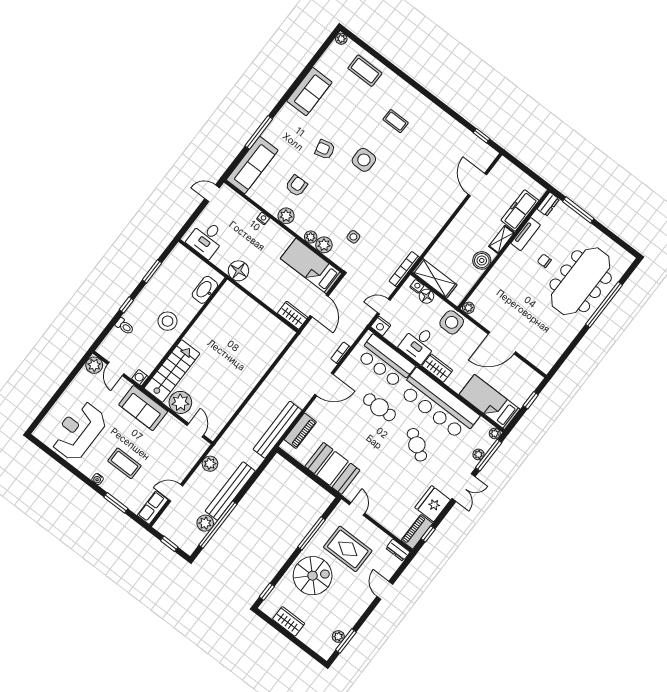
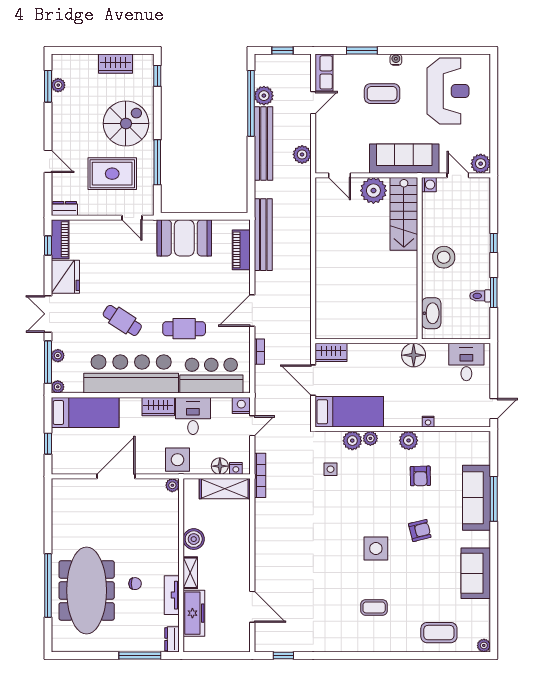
sofa: (252, 165) -> (477, 498), moved
toilet: (125, 326) -> (480, 296), moved
sofa: (143, 408) -> (404, 159), width x1.36
spiral stairs: (313, 576) -> (126, 123), turned 180

